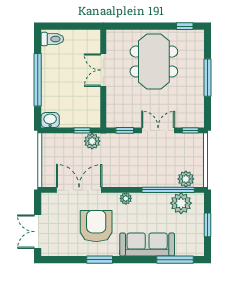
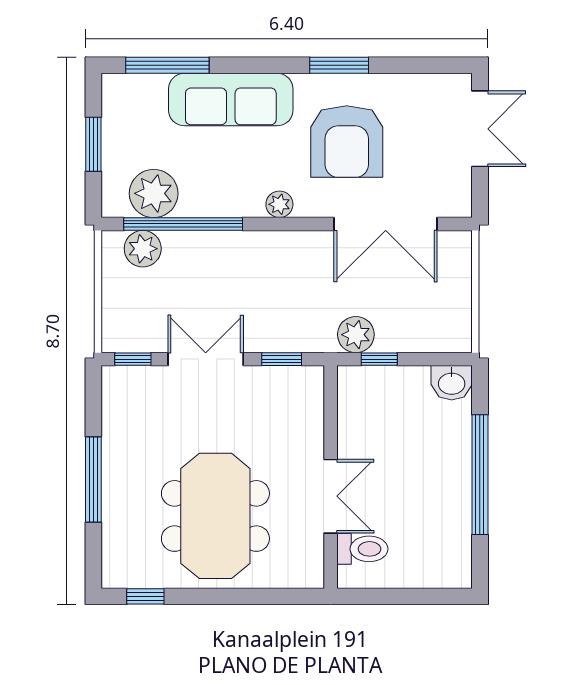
toilet: (52, 39) -> (362, 549), moved, turned 180
double door: (158, 130) -> (206, 359), swing flipped

